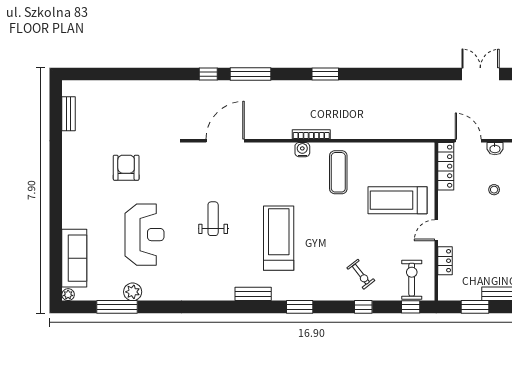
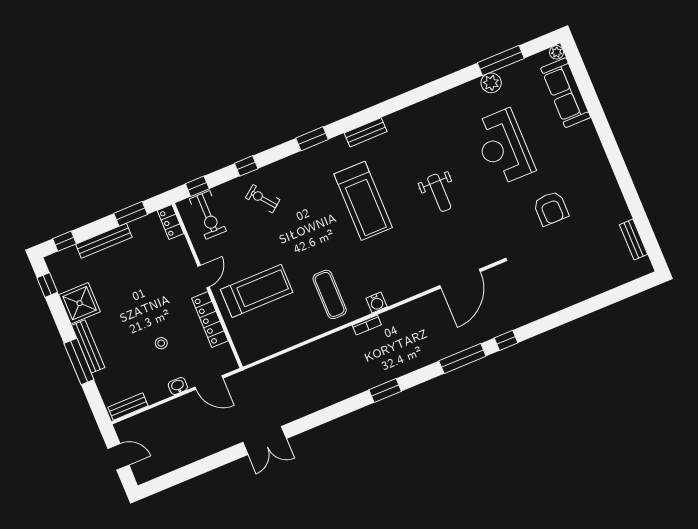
double door: (480, 74) -> (265, 440), moved
bookcase: (311, 134) -> (367, 325), width x0.64
locker: (446, 166) -> (210, 319), moved
locker: (445, 261) -> (170, 222), moved

